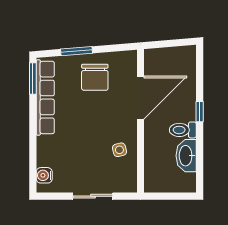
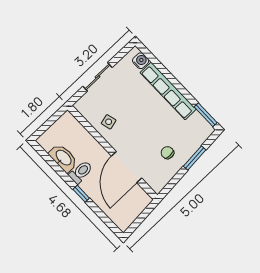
chair: (95, 77) -> (167, 153), width x0.54, depth x0.54
row of seats: (45, 97) -> (168, 91), moved

